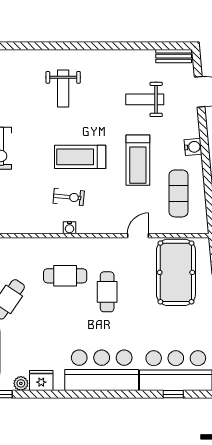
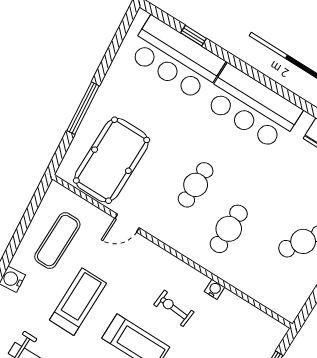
water cooler: (70, 228) -> (215, 289), moved
cafe table: (65, 276) -> (229, 229), turned 90

